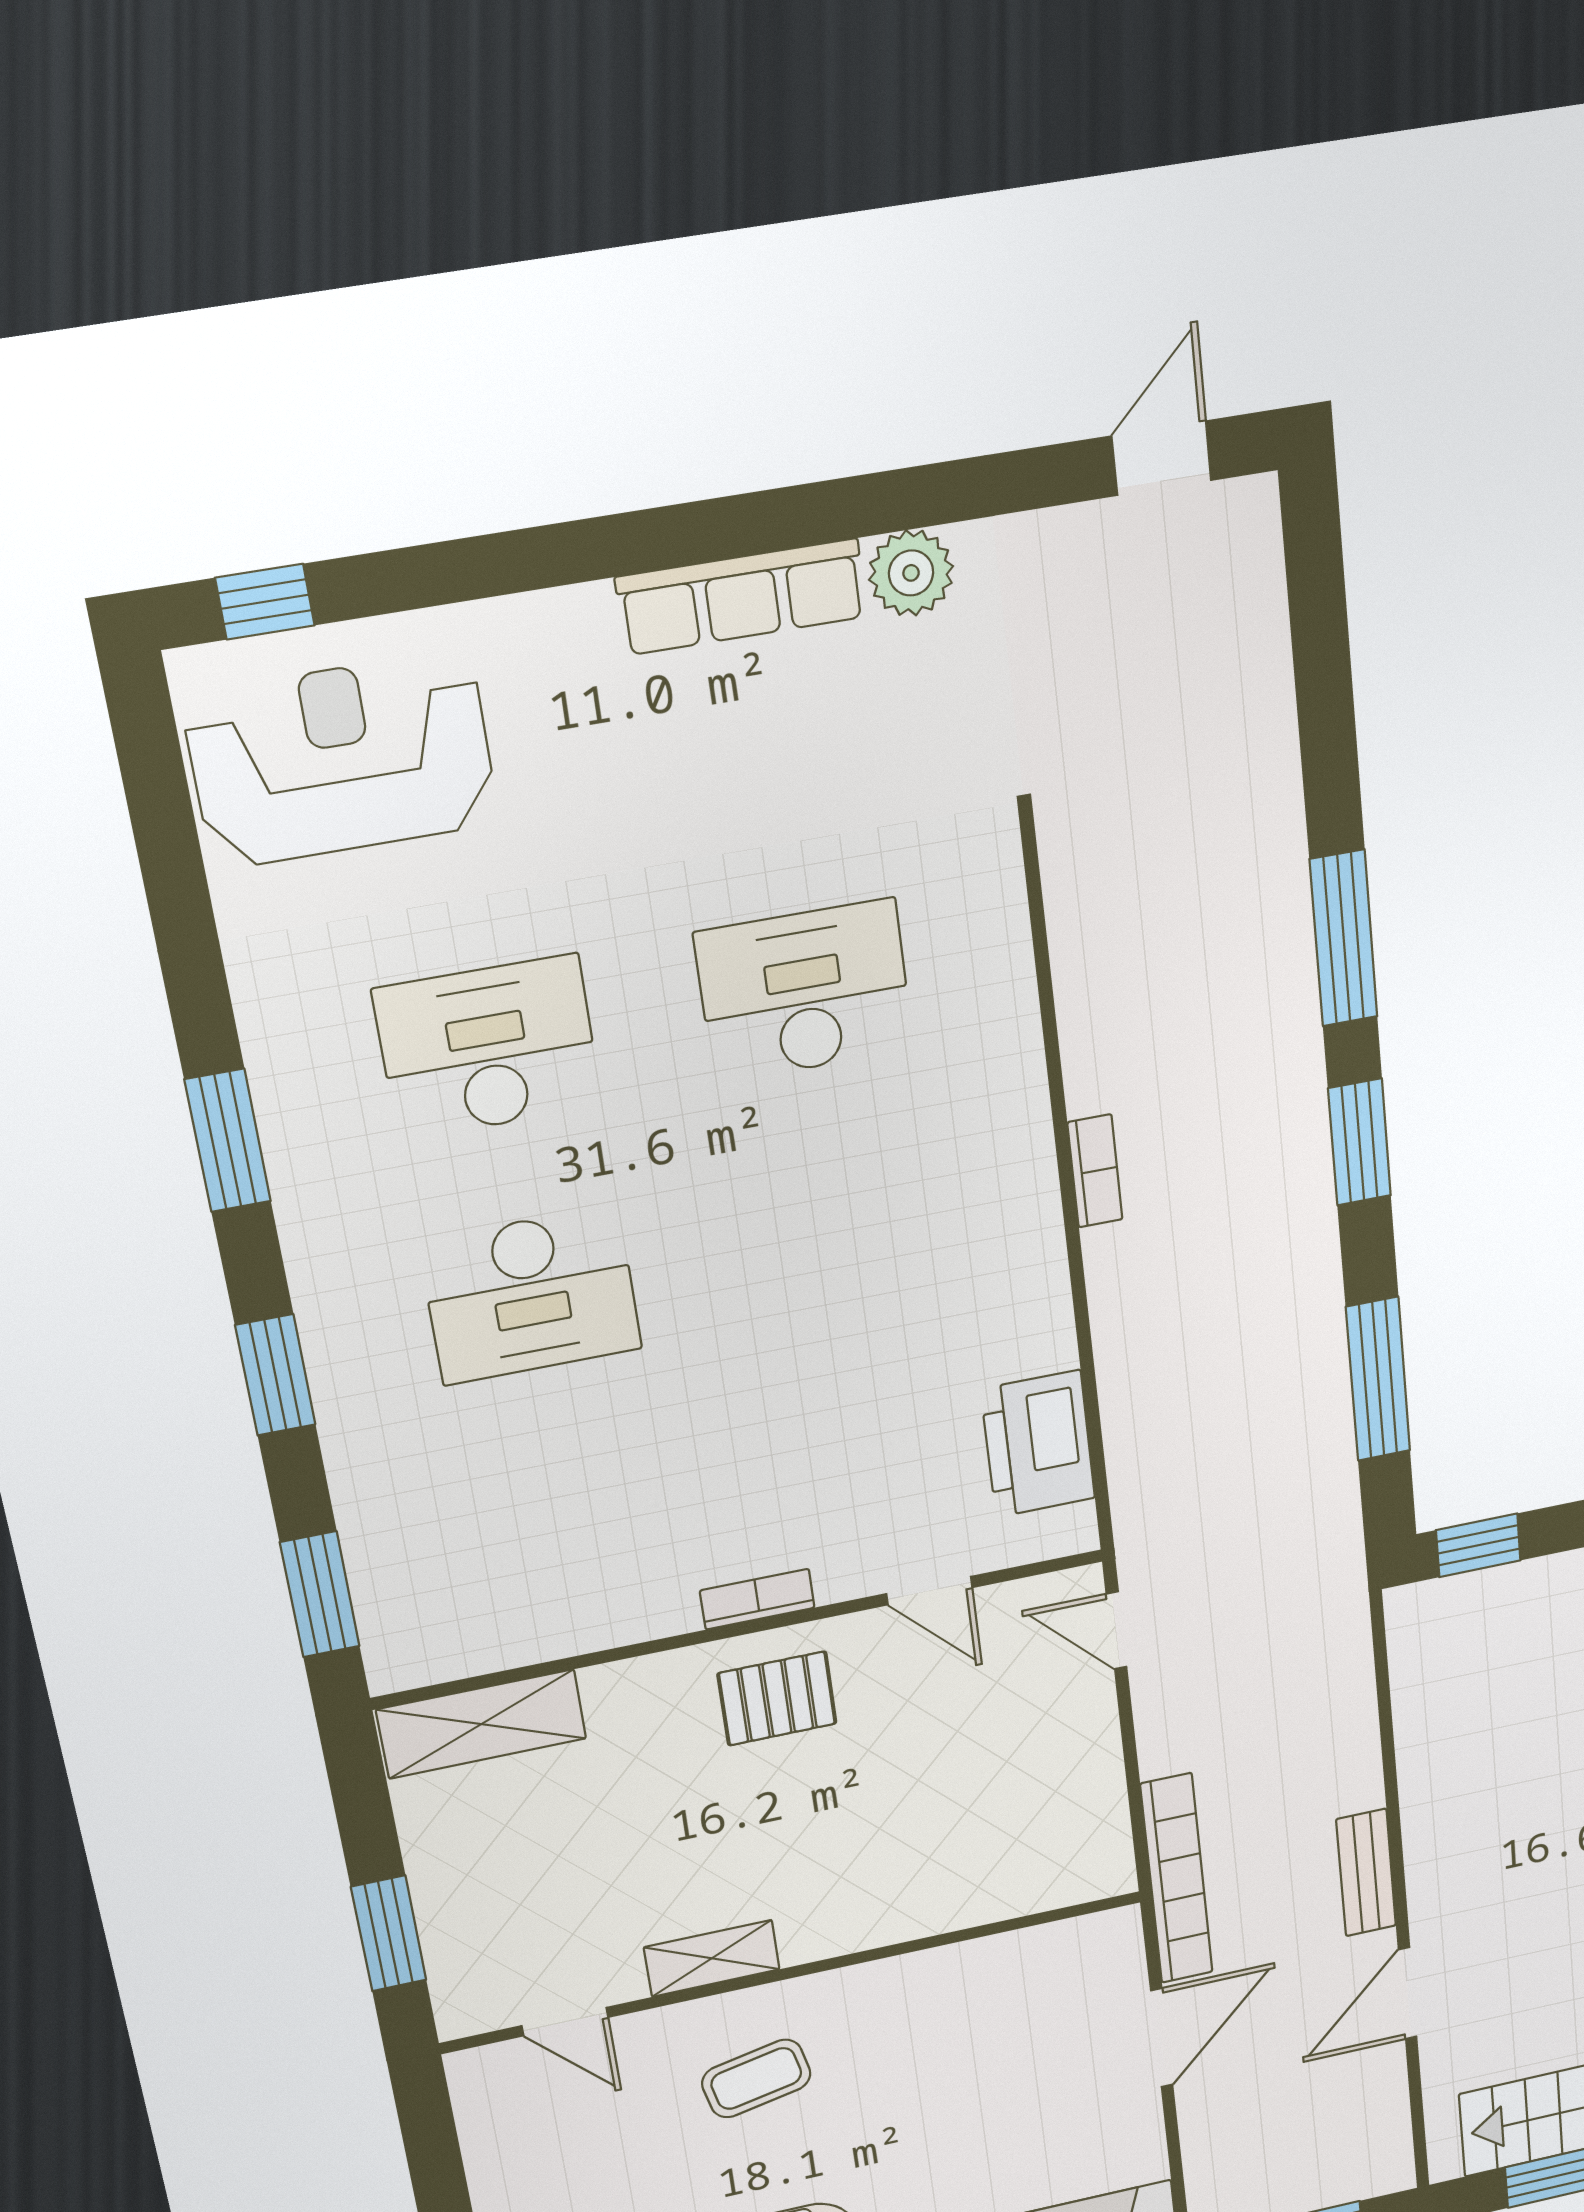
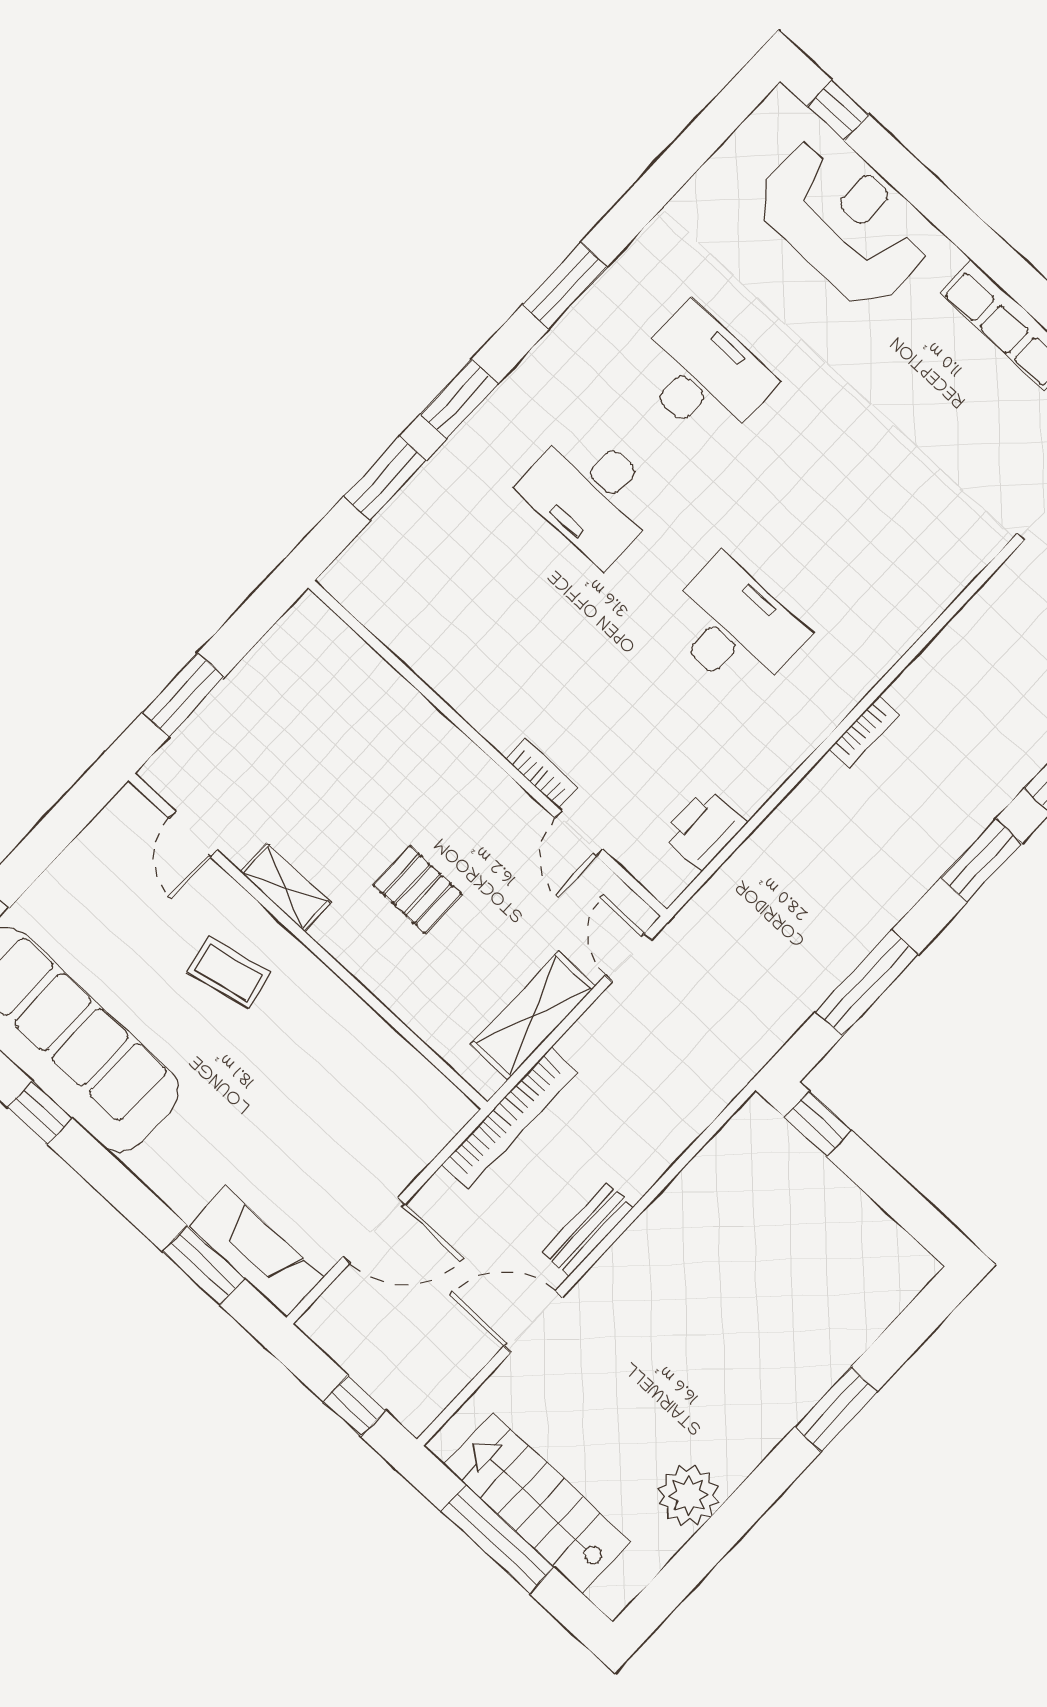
reception desk: (342, 760) -> (843, 222), moved
desk: (804, 991) -> (734, 627), moved
printer: (1038, 1444) -> (704, 829), width x0.73, depth x0.84
window: (320, 1594) -> (385, 478), moved
bookcase: (757, 1599) -> (542, 773), moved
pallet: (777, 1699) -> (417, 889), moved
shelving: (481, 1724) -> (533, 1015), moved, turned 90
door: (1162, 2038) -> (374, 1230), moved

